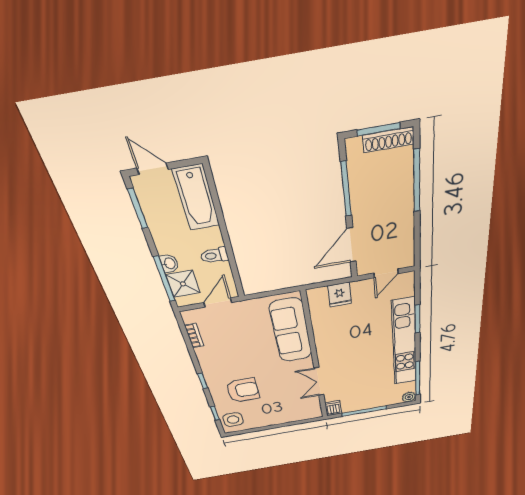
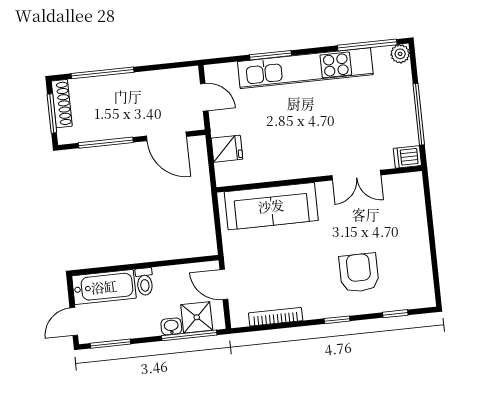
toilet: (214, 255) -> (145, 282), moved
bookcase: (194, 336) -> (276, 317), width x1.56
side table: (233, 420) -> (411, 292), removed

